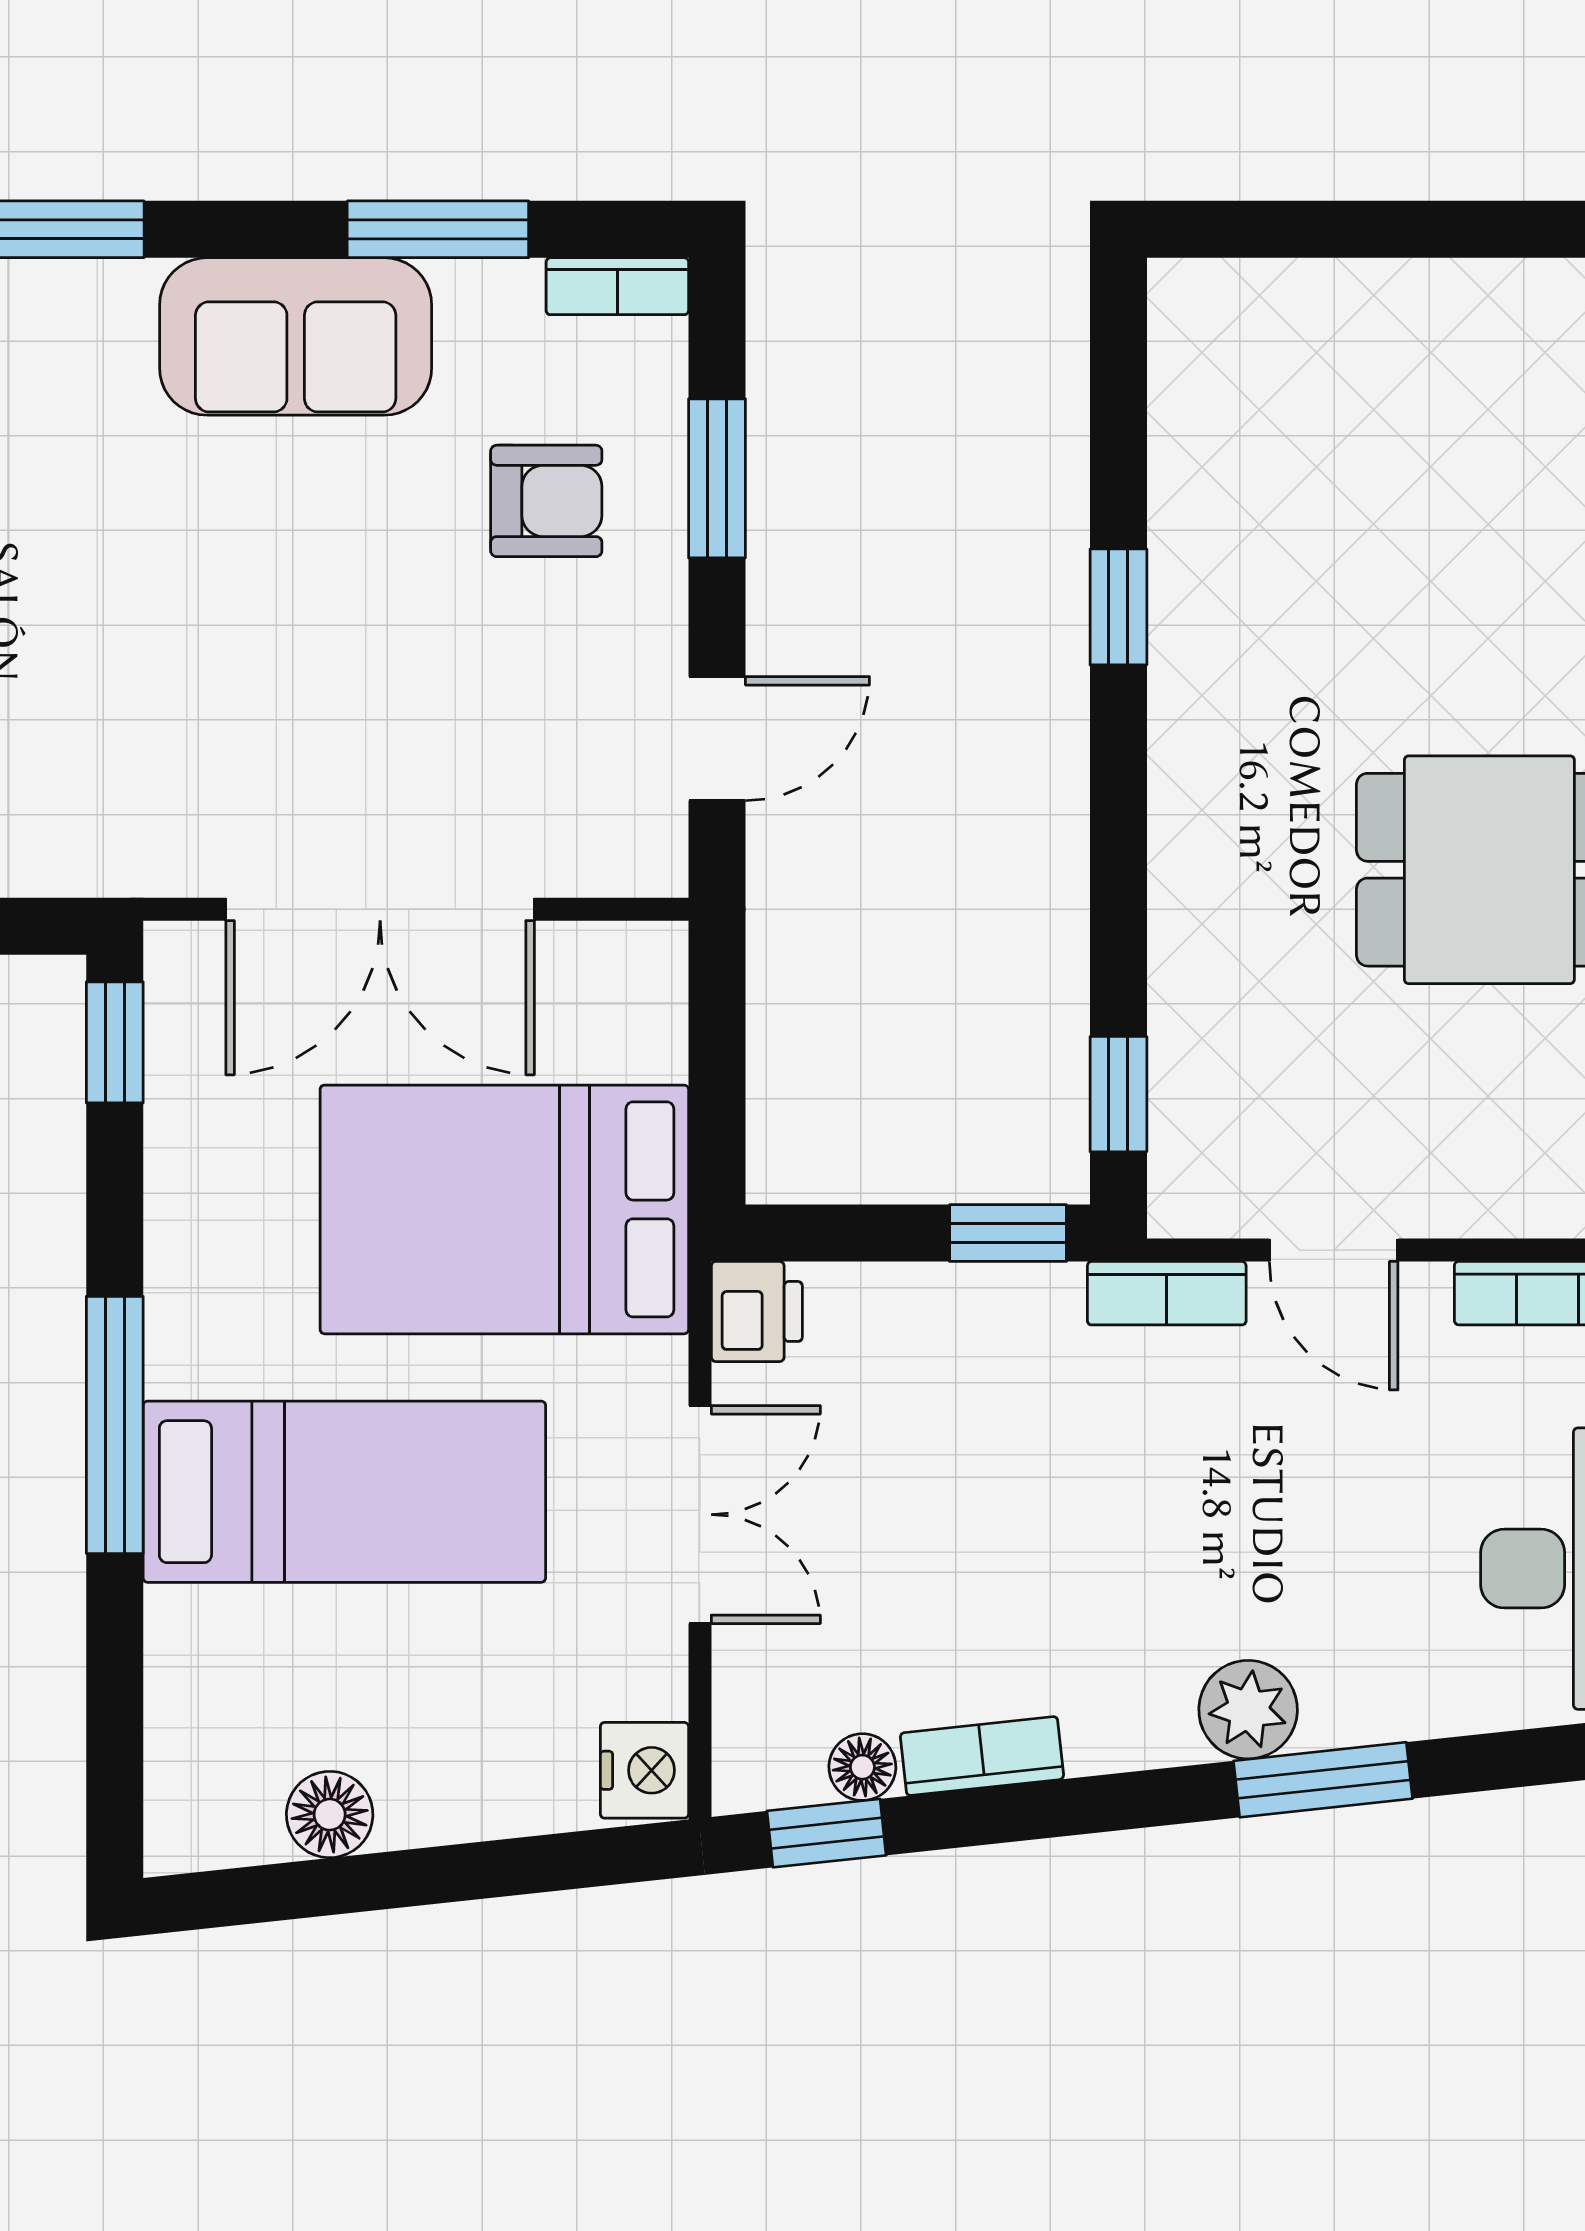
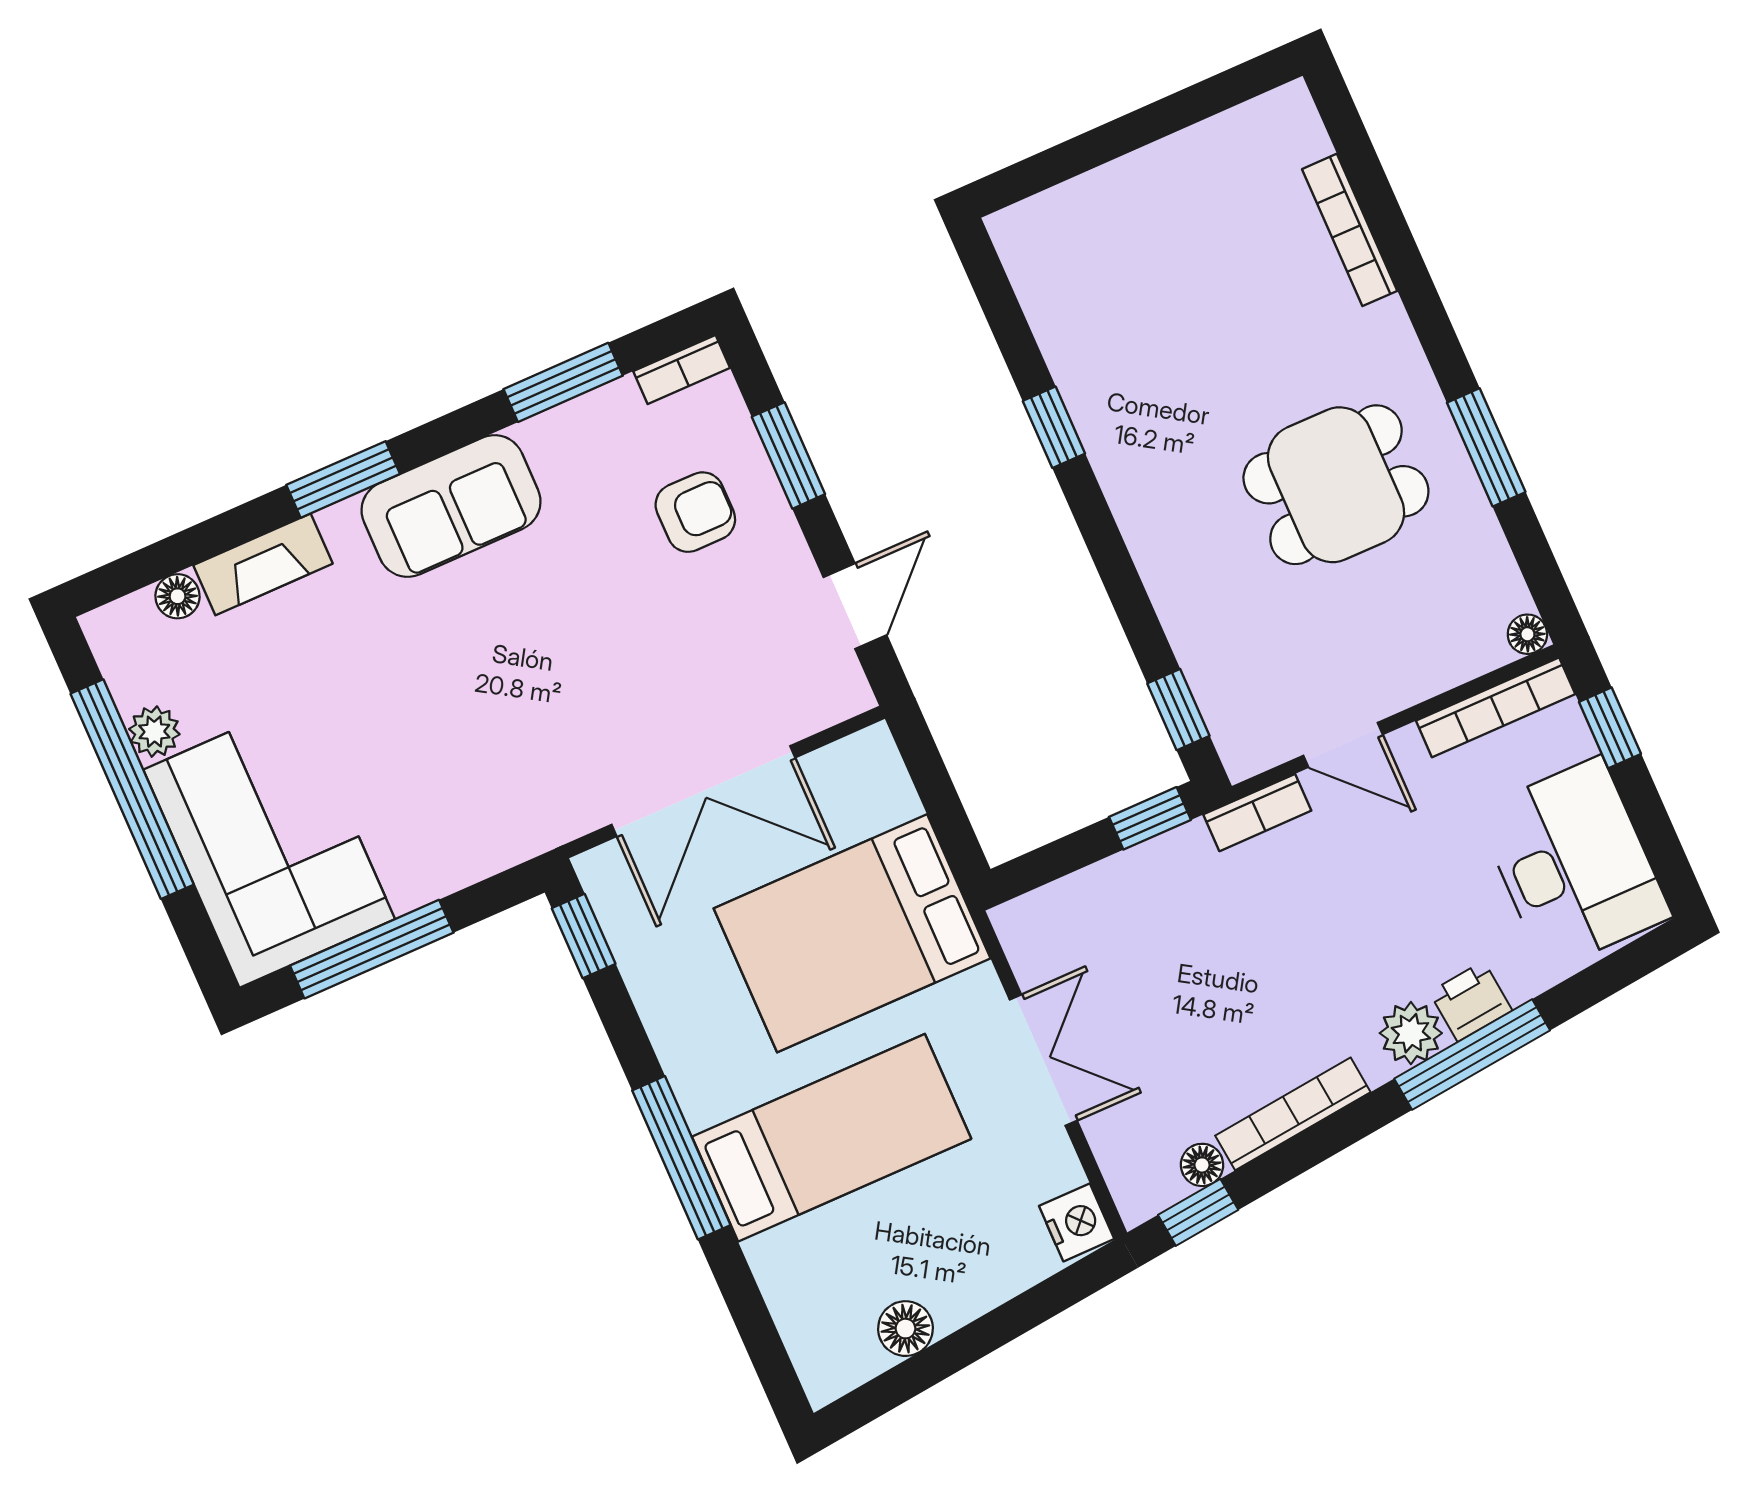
sofa: (296, 336) -> (451, 506), moved
printer: (757, 1311) -> (1471, 1001), moved, turned -96
bookcase: (982, 1756) -> (1293, 1114), width x1.56
window: (1323, 1780) -> (1472, 1055), width x1.44

